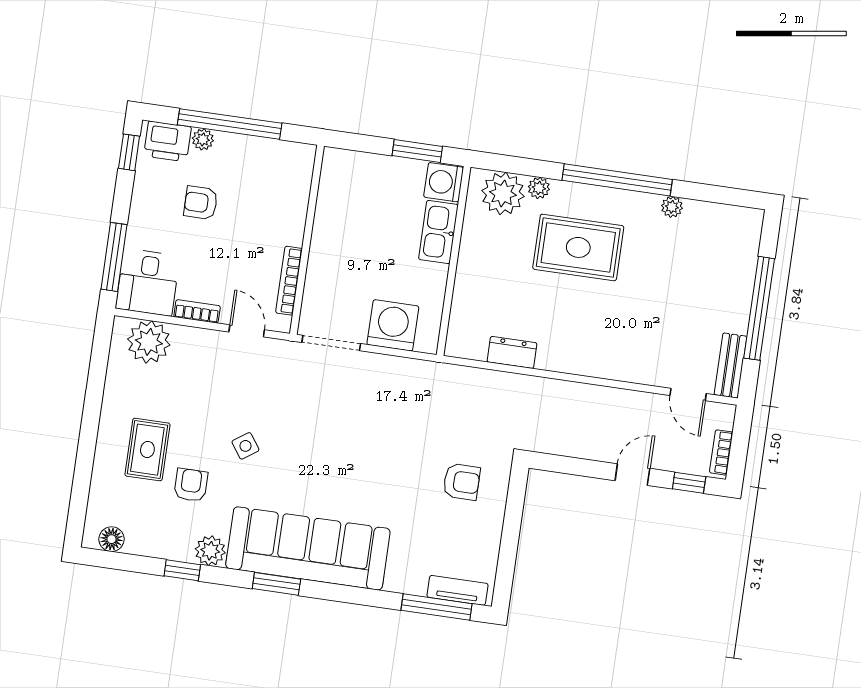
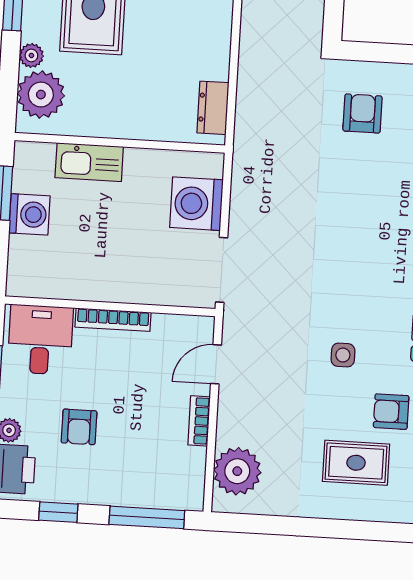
window: (129, 152) -> (58, 512), moved
washing machine: (444, 182) -> (29, 214), moved, turned -90
bookcase: (289, 281) -> (113, 320), moved
desk: (148, 282) -> (40, 340), moved, turned -90
dresser: (512, 352) -> (213, 108), moved
side table: (245, 446) -> (343, 355), turned 35

